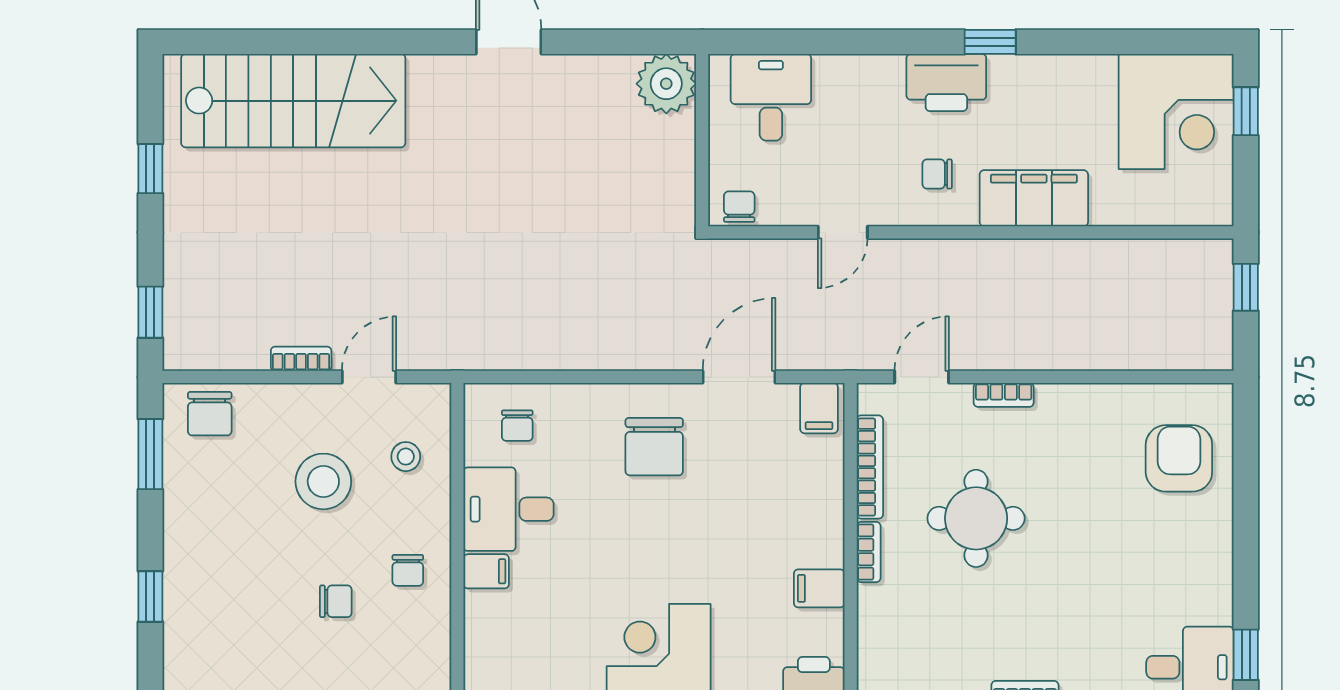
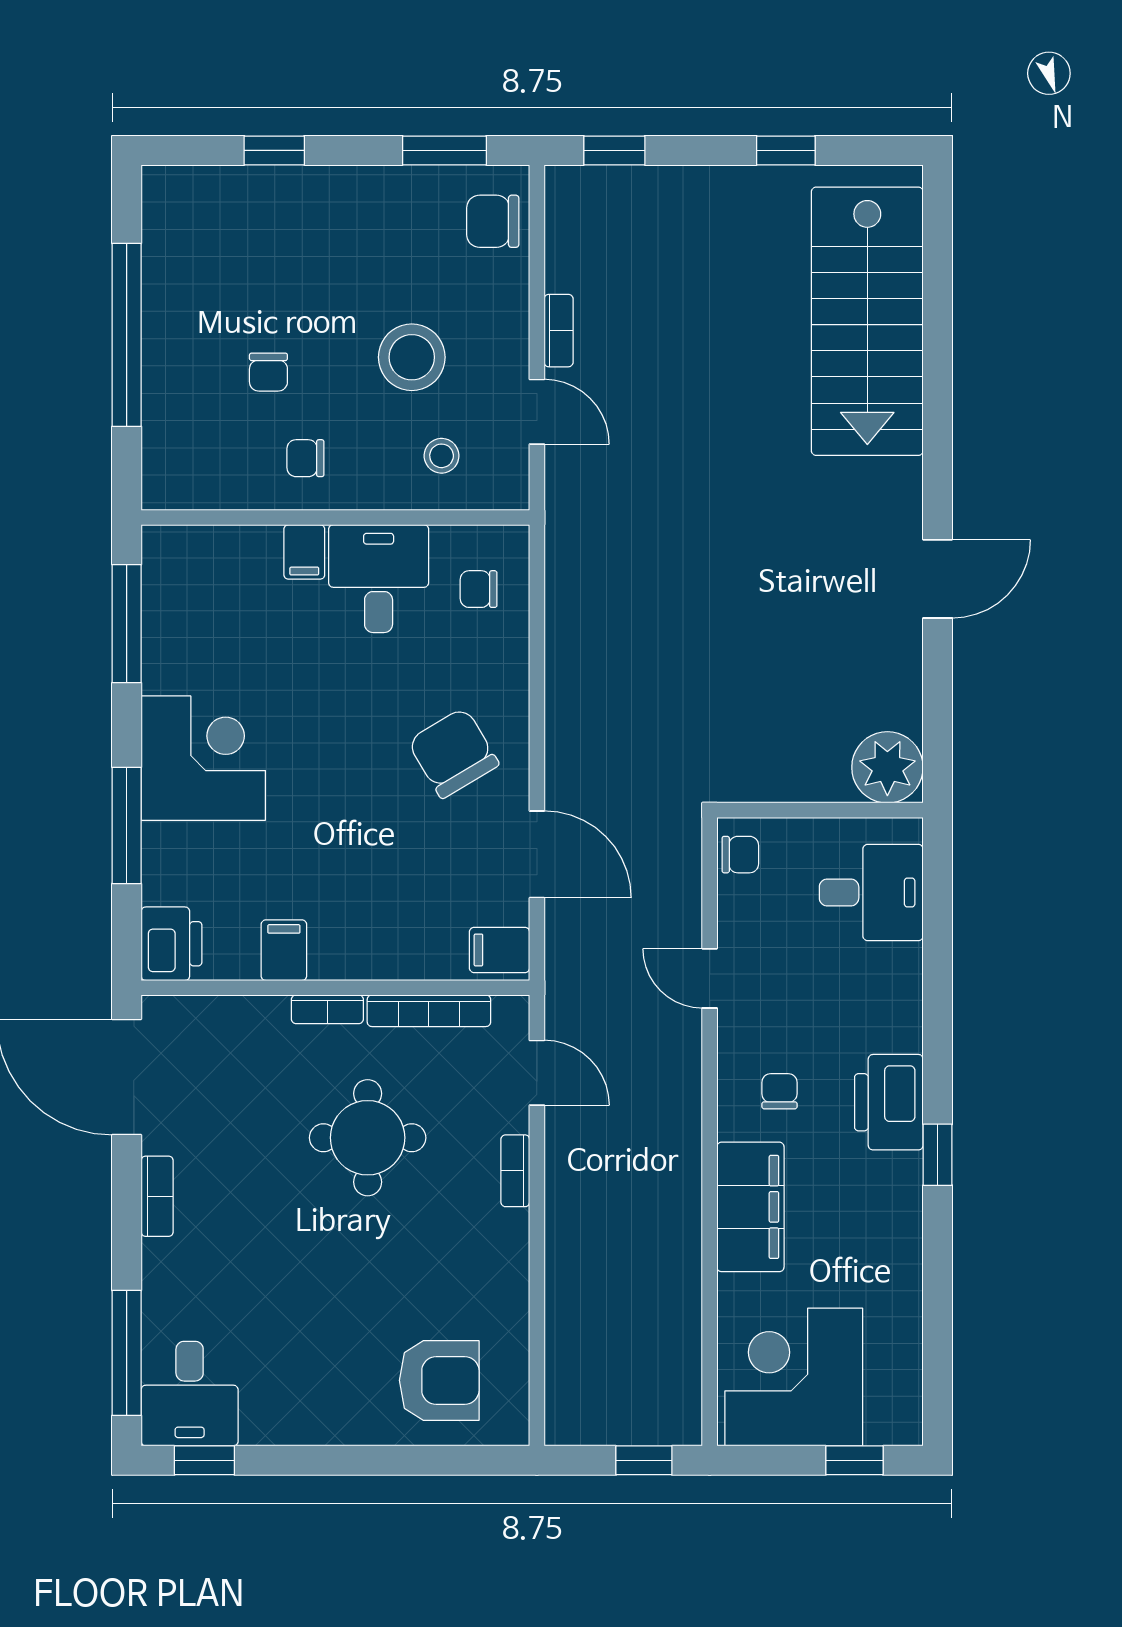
corner desk: (1176, 111) -> (794, 1377), moved, turned 90
chair: (654, 447) -> (453, 753), turned 59

